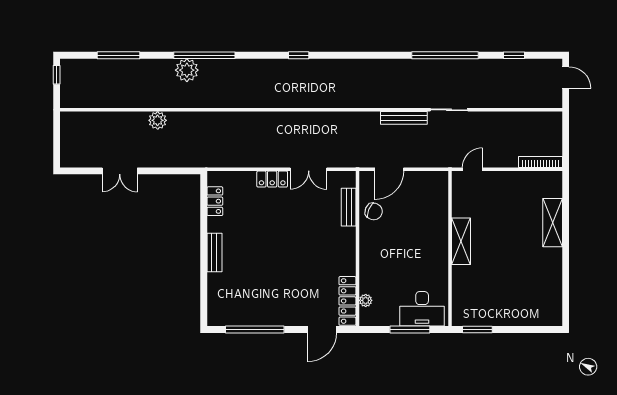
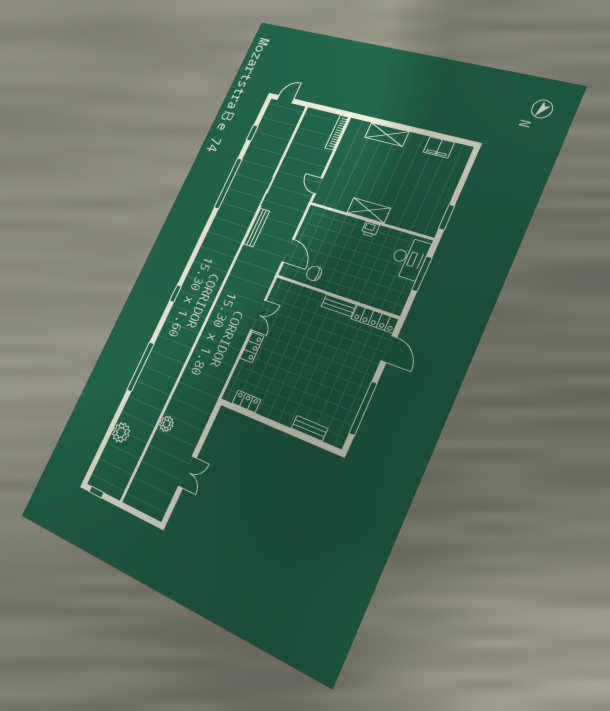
window: (119, 55) -> (108, 435), removed
plant: (187, 70) -> (121, 433), moved
bench: (349, 207) -> (339, 305), moved
chair: (374, 211) -> (314, 273), turned -113
bench: (214, 253) -> (310, 428), moved
printer: (441, 253) -> (370, 229), added
filing cabinet: (552, 288) -> (439, 147), added
plant: (366, 300) -> (381, 303), removed

